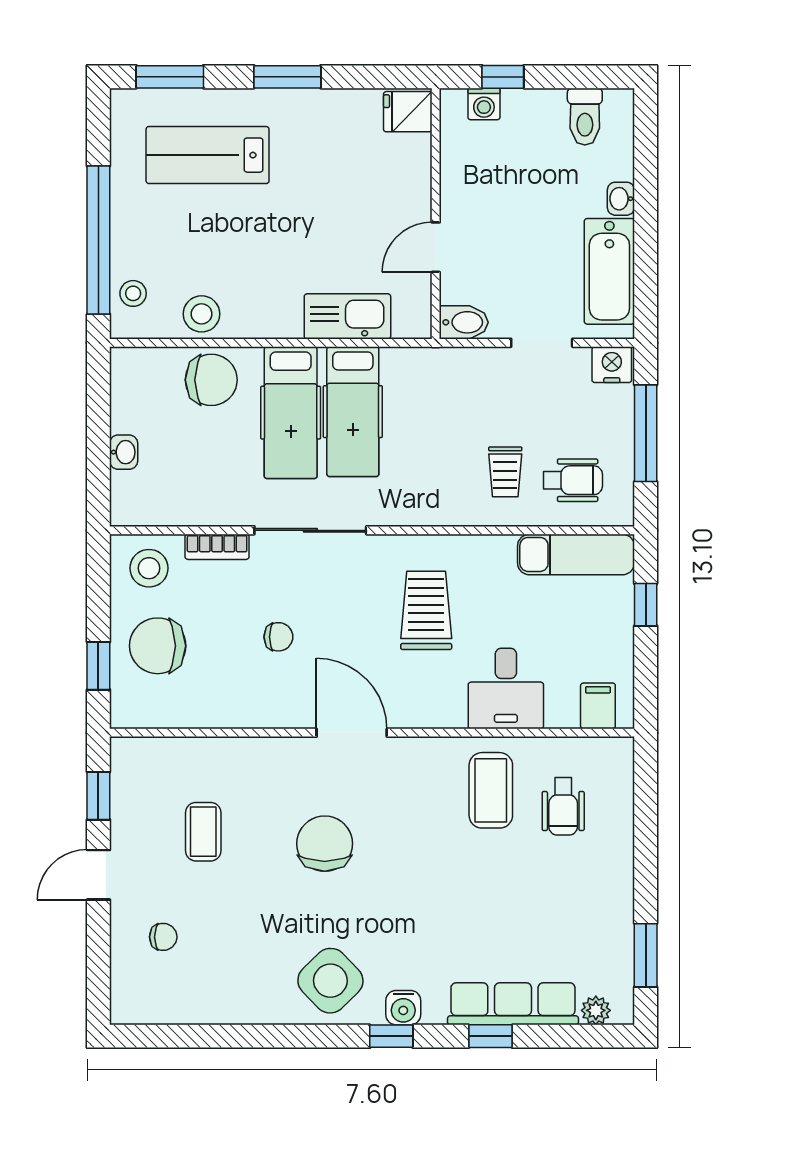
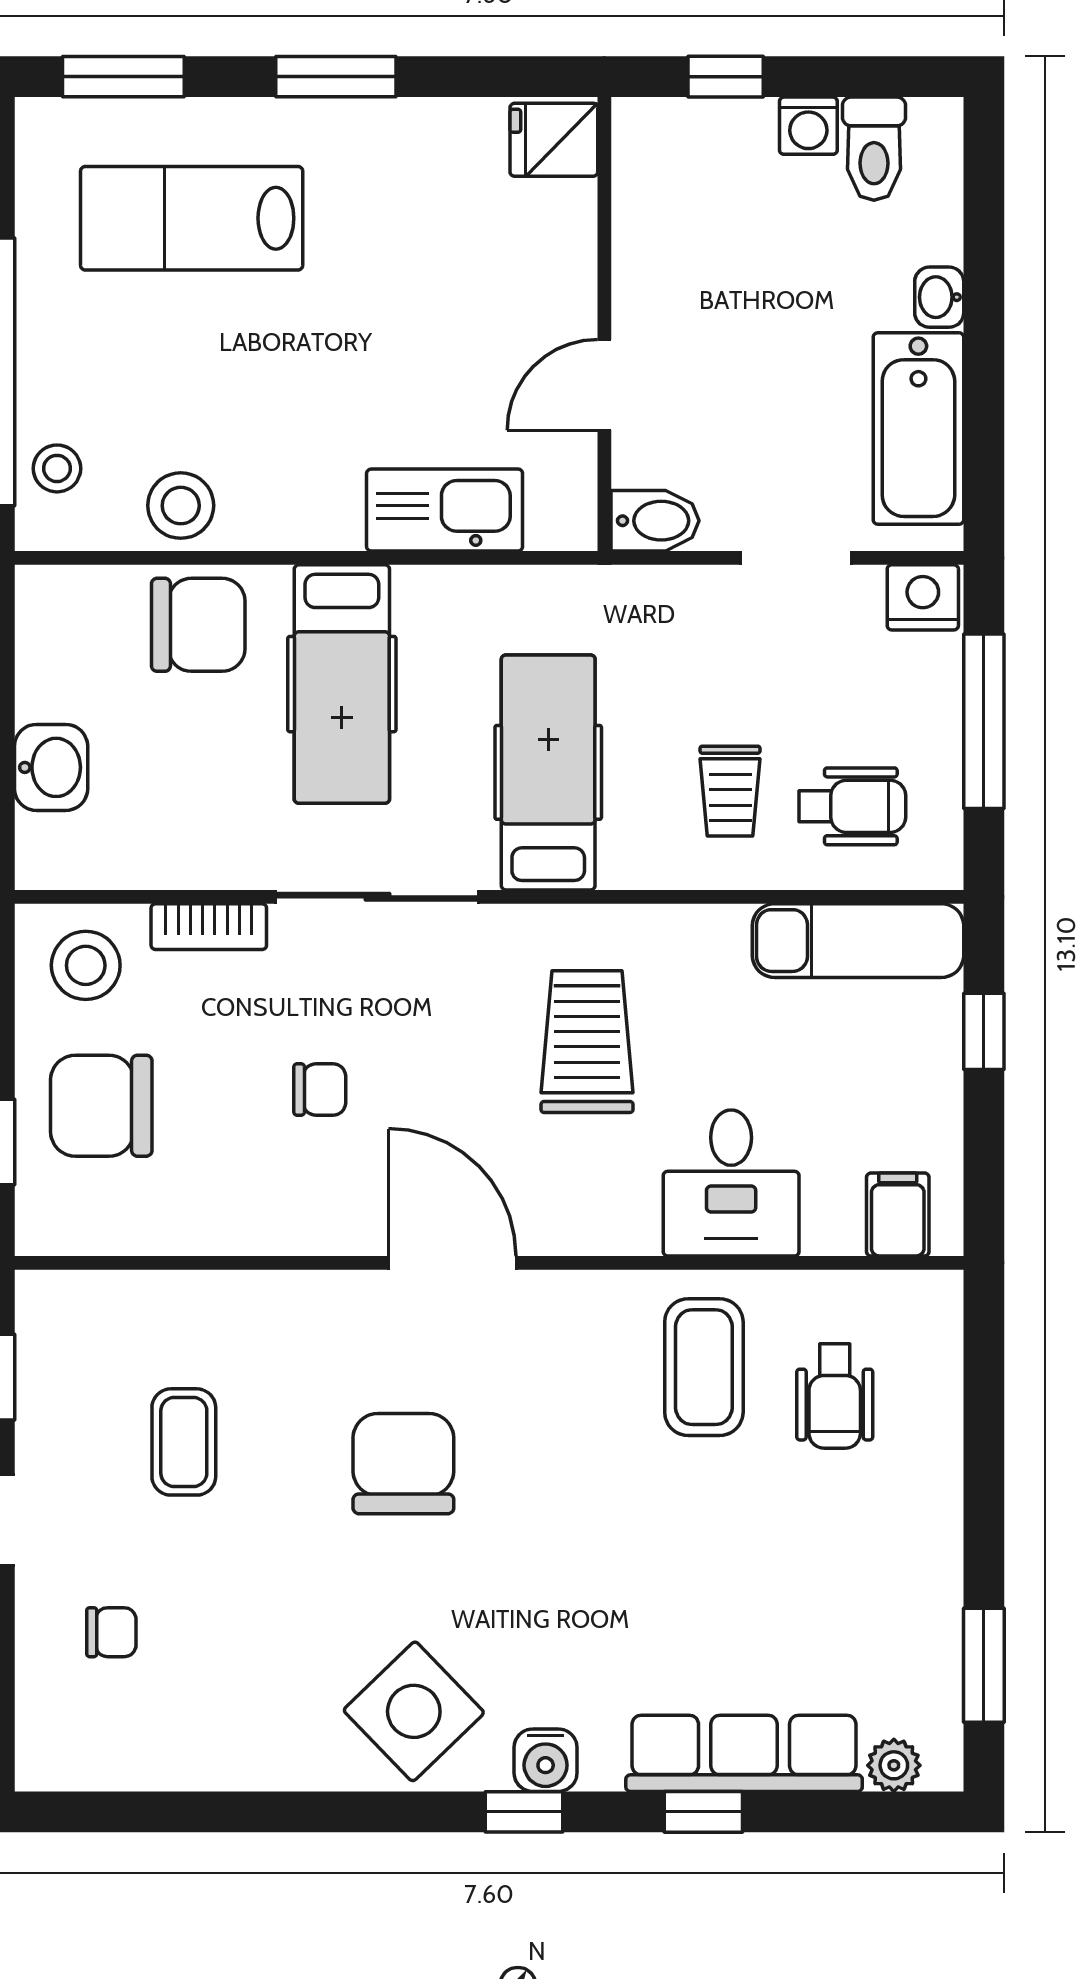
washing machine: (484, 104) -> (808, 126), moved
hospital bed: (353, 412) -> (548, 772), moved, turned 180
washbasin: (124, 452) -> (51, 767), width x1.38, depth x1.45

